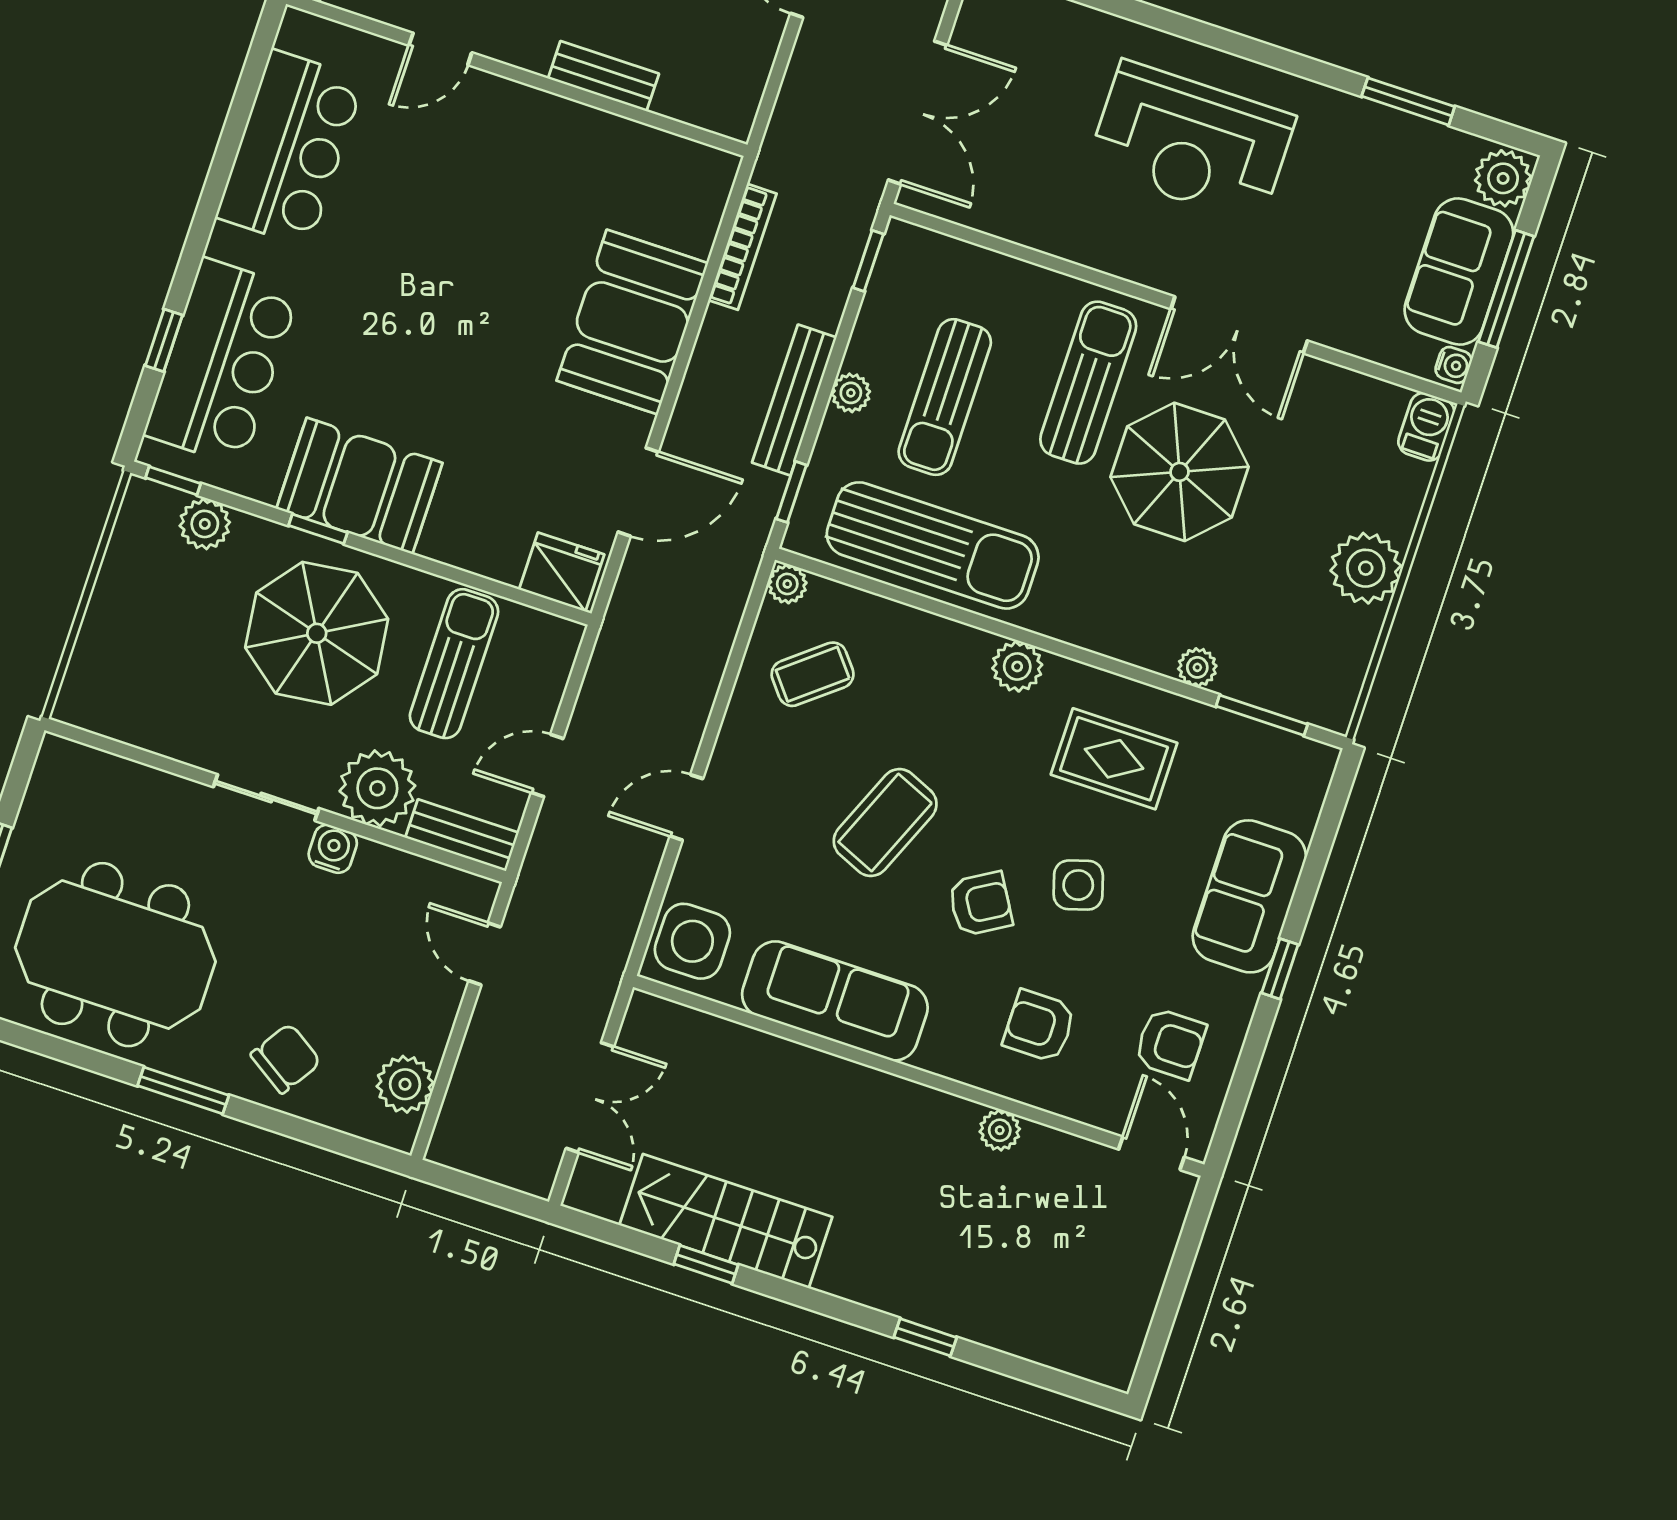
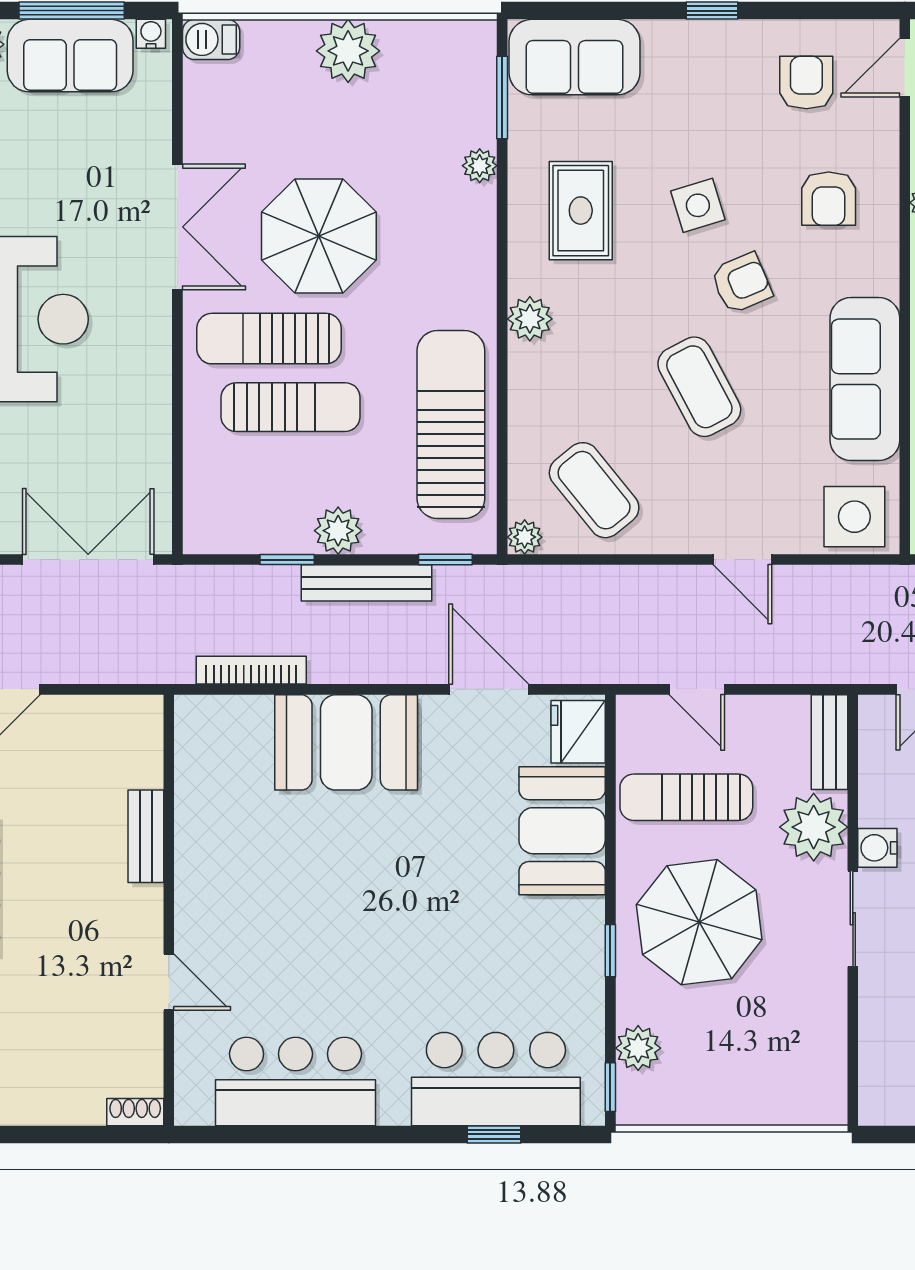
window: (868, 261) -> (287, 560), moved
plant: (851, 393) -> (338, 531), width x1.38, depth x1.38
sun lounger: (945, 397) -> (291, 407), moved
booth: (359, 486) -> (562, 831), moved
coffee table: (813, 674) -> (594, 490), width x1.36, depth x1.30
door: (547, 766) -> (697, 689), moved
coffee table: (885, 822) -> (699, 387), turned 39
sofa: (1249, 896) -> (575, 57), moved
armchair: (980, 904) -> (741, 283), turned 98

